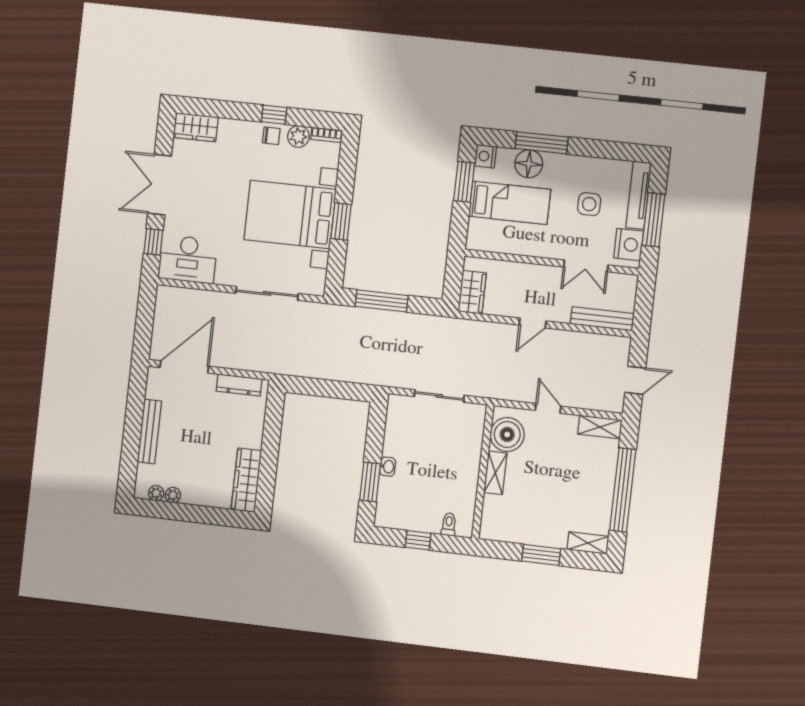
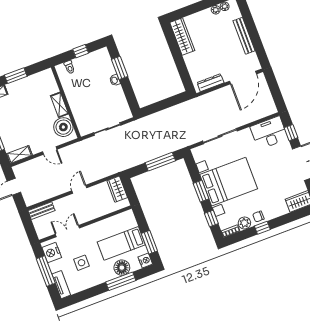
window: (347, 170) -> (211, 219), added
tv unit: (639, 195) -> (61, 285), width x0.71
bench: (602, 319) -> (41, 211), width x0.73

